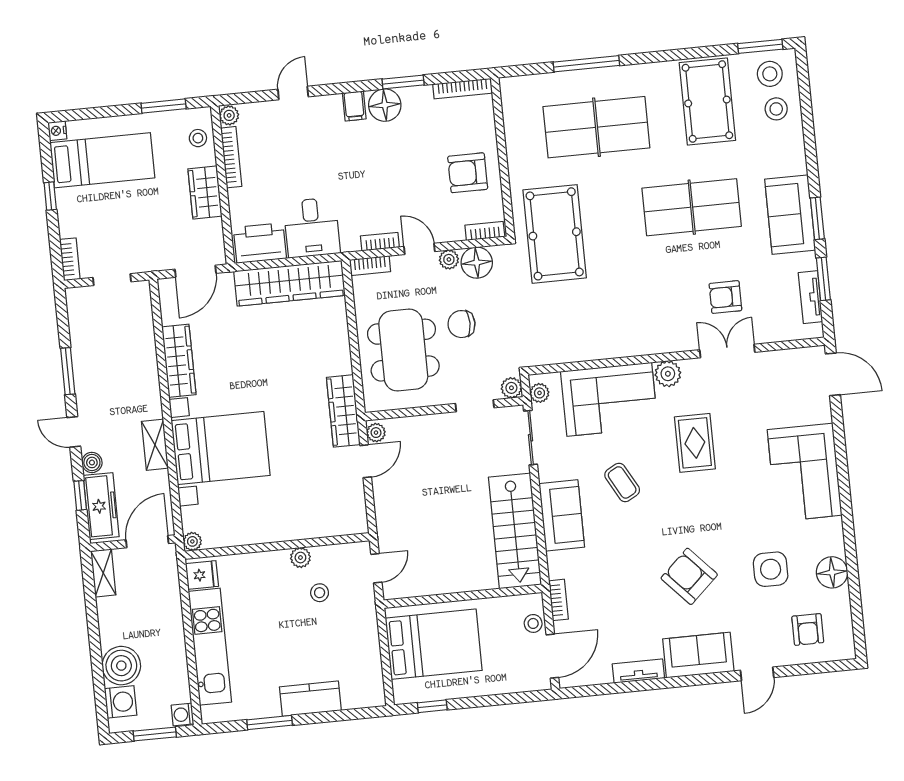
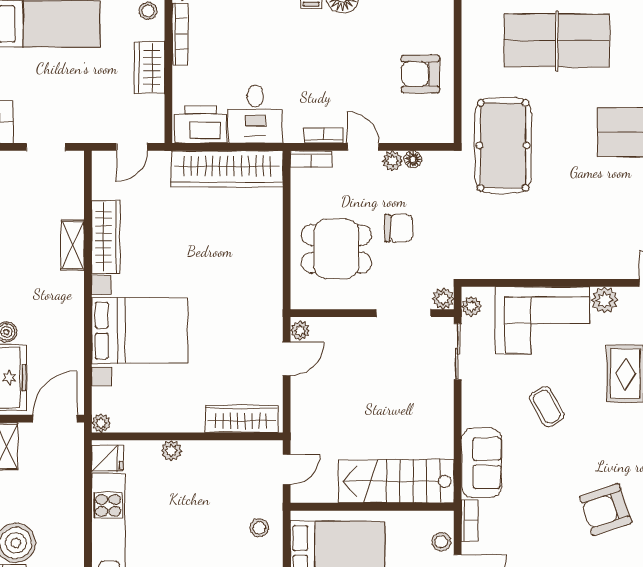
bookcase: (485, 231) -> (432, 135), removed
floor lamp: (477, 263) -> (413, 159), width x0.53, depth x0.53
door: (196, 271) -> (132, 147), width x0.73
chair: (462, 324) -> (399, 228), turned 180
dining table: (403, 350) -> (336, 249), width x0.73
doorway: (475, 406) -> (404, 313), width x1.38
wardrobe: (343, 411) -> (242, 419), moved, turned 90
shelving: (155, 445) -> (73, 245), moved
sofa: (562, 515) -> (482, 463), moved
stairs: (515, 531) -> (396, 481), moved, turned 90
plant: (300, 558) -> (171, 451), moved
armchair: (689, 576) -> (606, 510), turned -66
stool: (320, 593) -> (259, 528), moved

